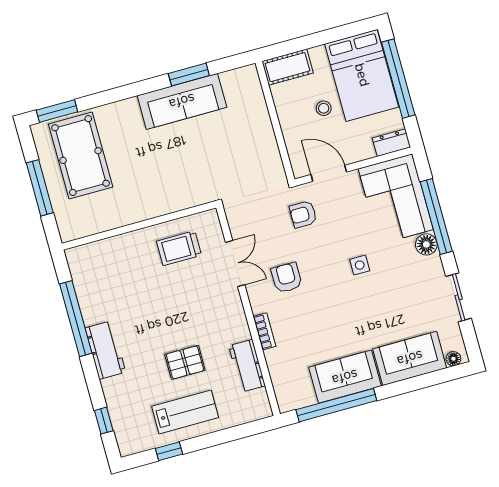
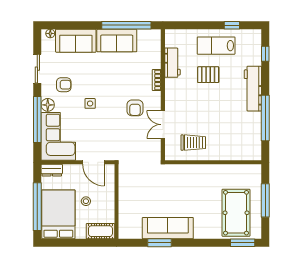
armchair: (303, 214) -> (64, 85), moved
workbench: (105, 350) -> (253, 89), width x1.38

